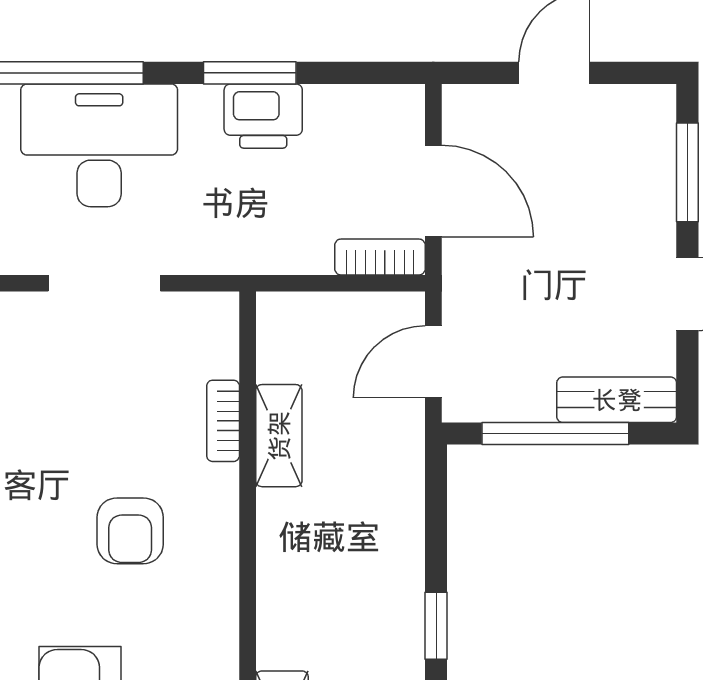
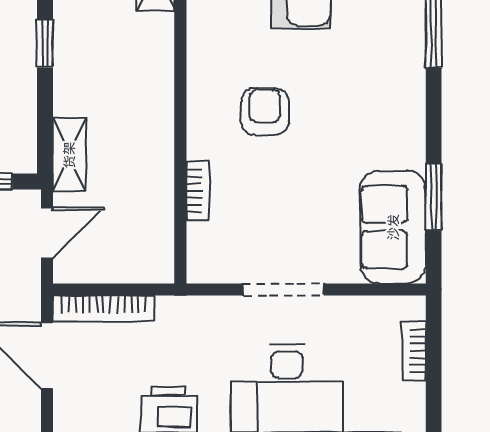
bookcase: (380, 257) -> (103, 308), width x1.56
shelving: (279, 436) -> (69, 155), moved

